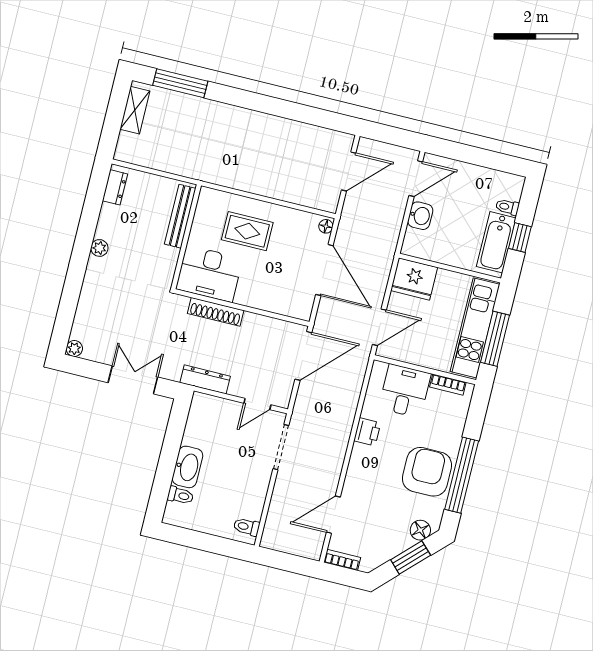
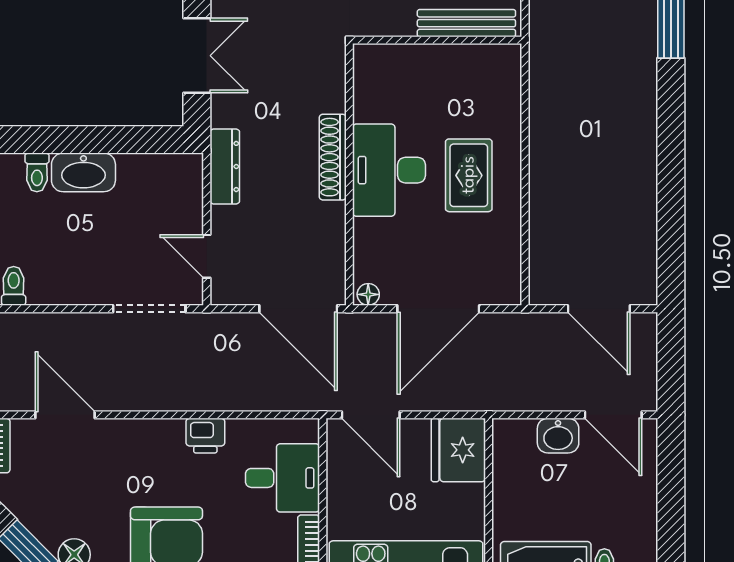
bench: (180, 216) -> (466, 23), moved
floor lamp: (326, 226) -> (368, 294), moved
wall: (186, 237) -> (437, 40), moved
desk: (209, 274) -> (389, 170), moved

